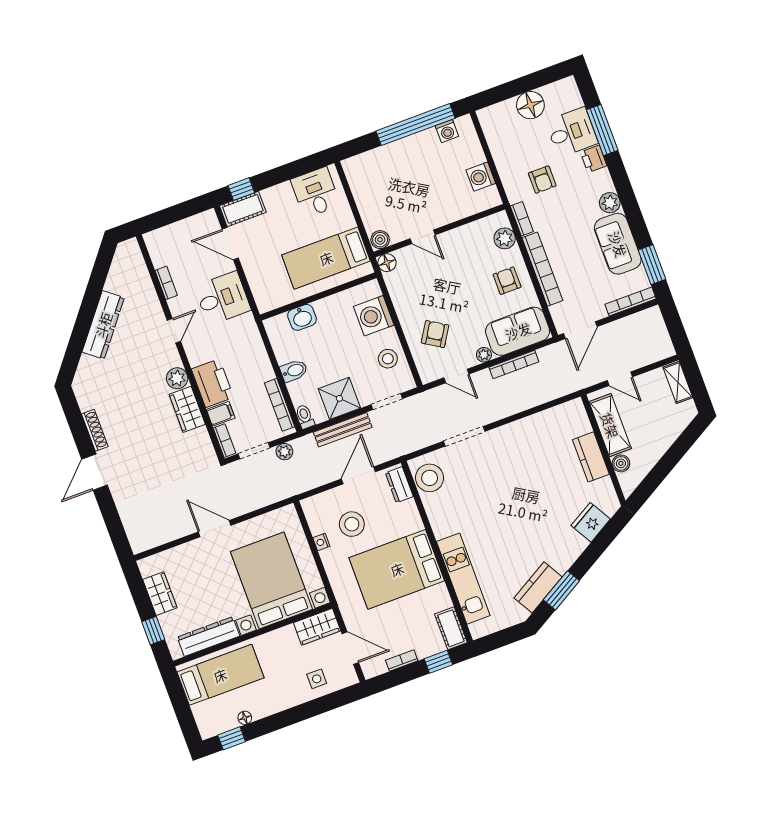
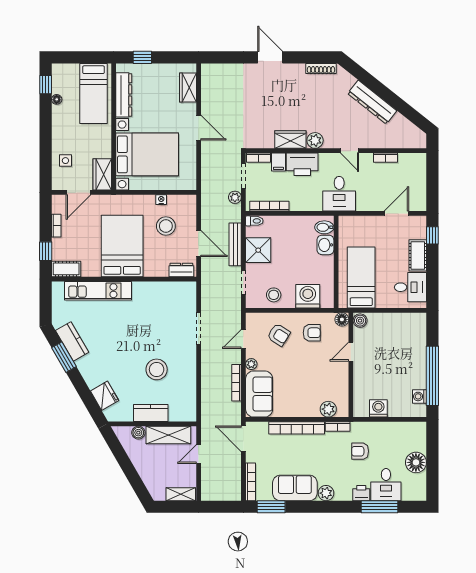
cot: (243, 209) -> (418, 255), moved
armchair: (507, 281) -> (312, 333), moved
desk: (223, 298) -> (339, 194), moved
bidet: (294, 371) -> (324, 227), moved, turned 90
shoe rack: (95, 430) -> (321, 68), moved
stool: (430, 478) -> (157, 369), moved
door: (215, 529) -> (199, 128), hinge flipped
wardrobe: (160, 594) -> (188, 87), moved, turned 90

